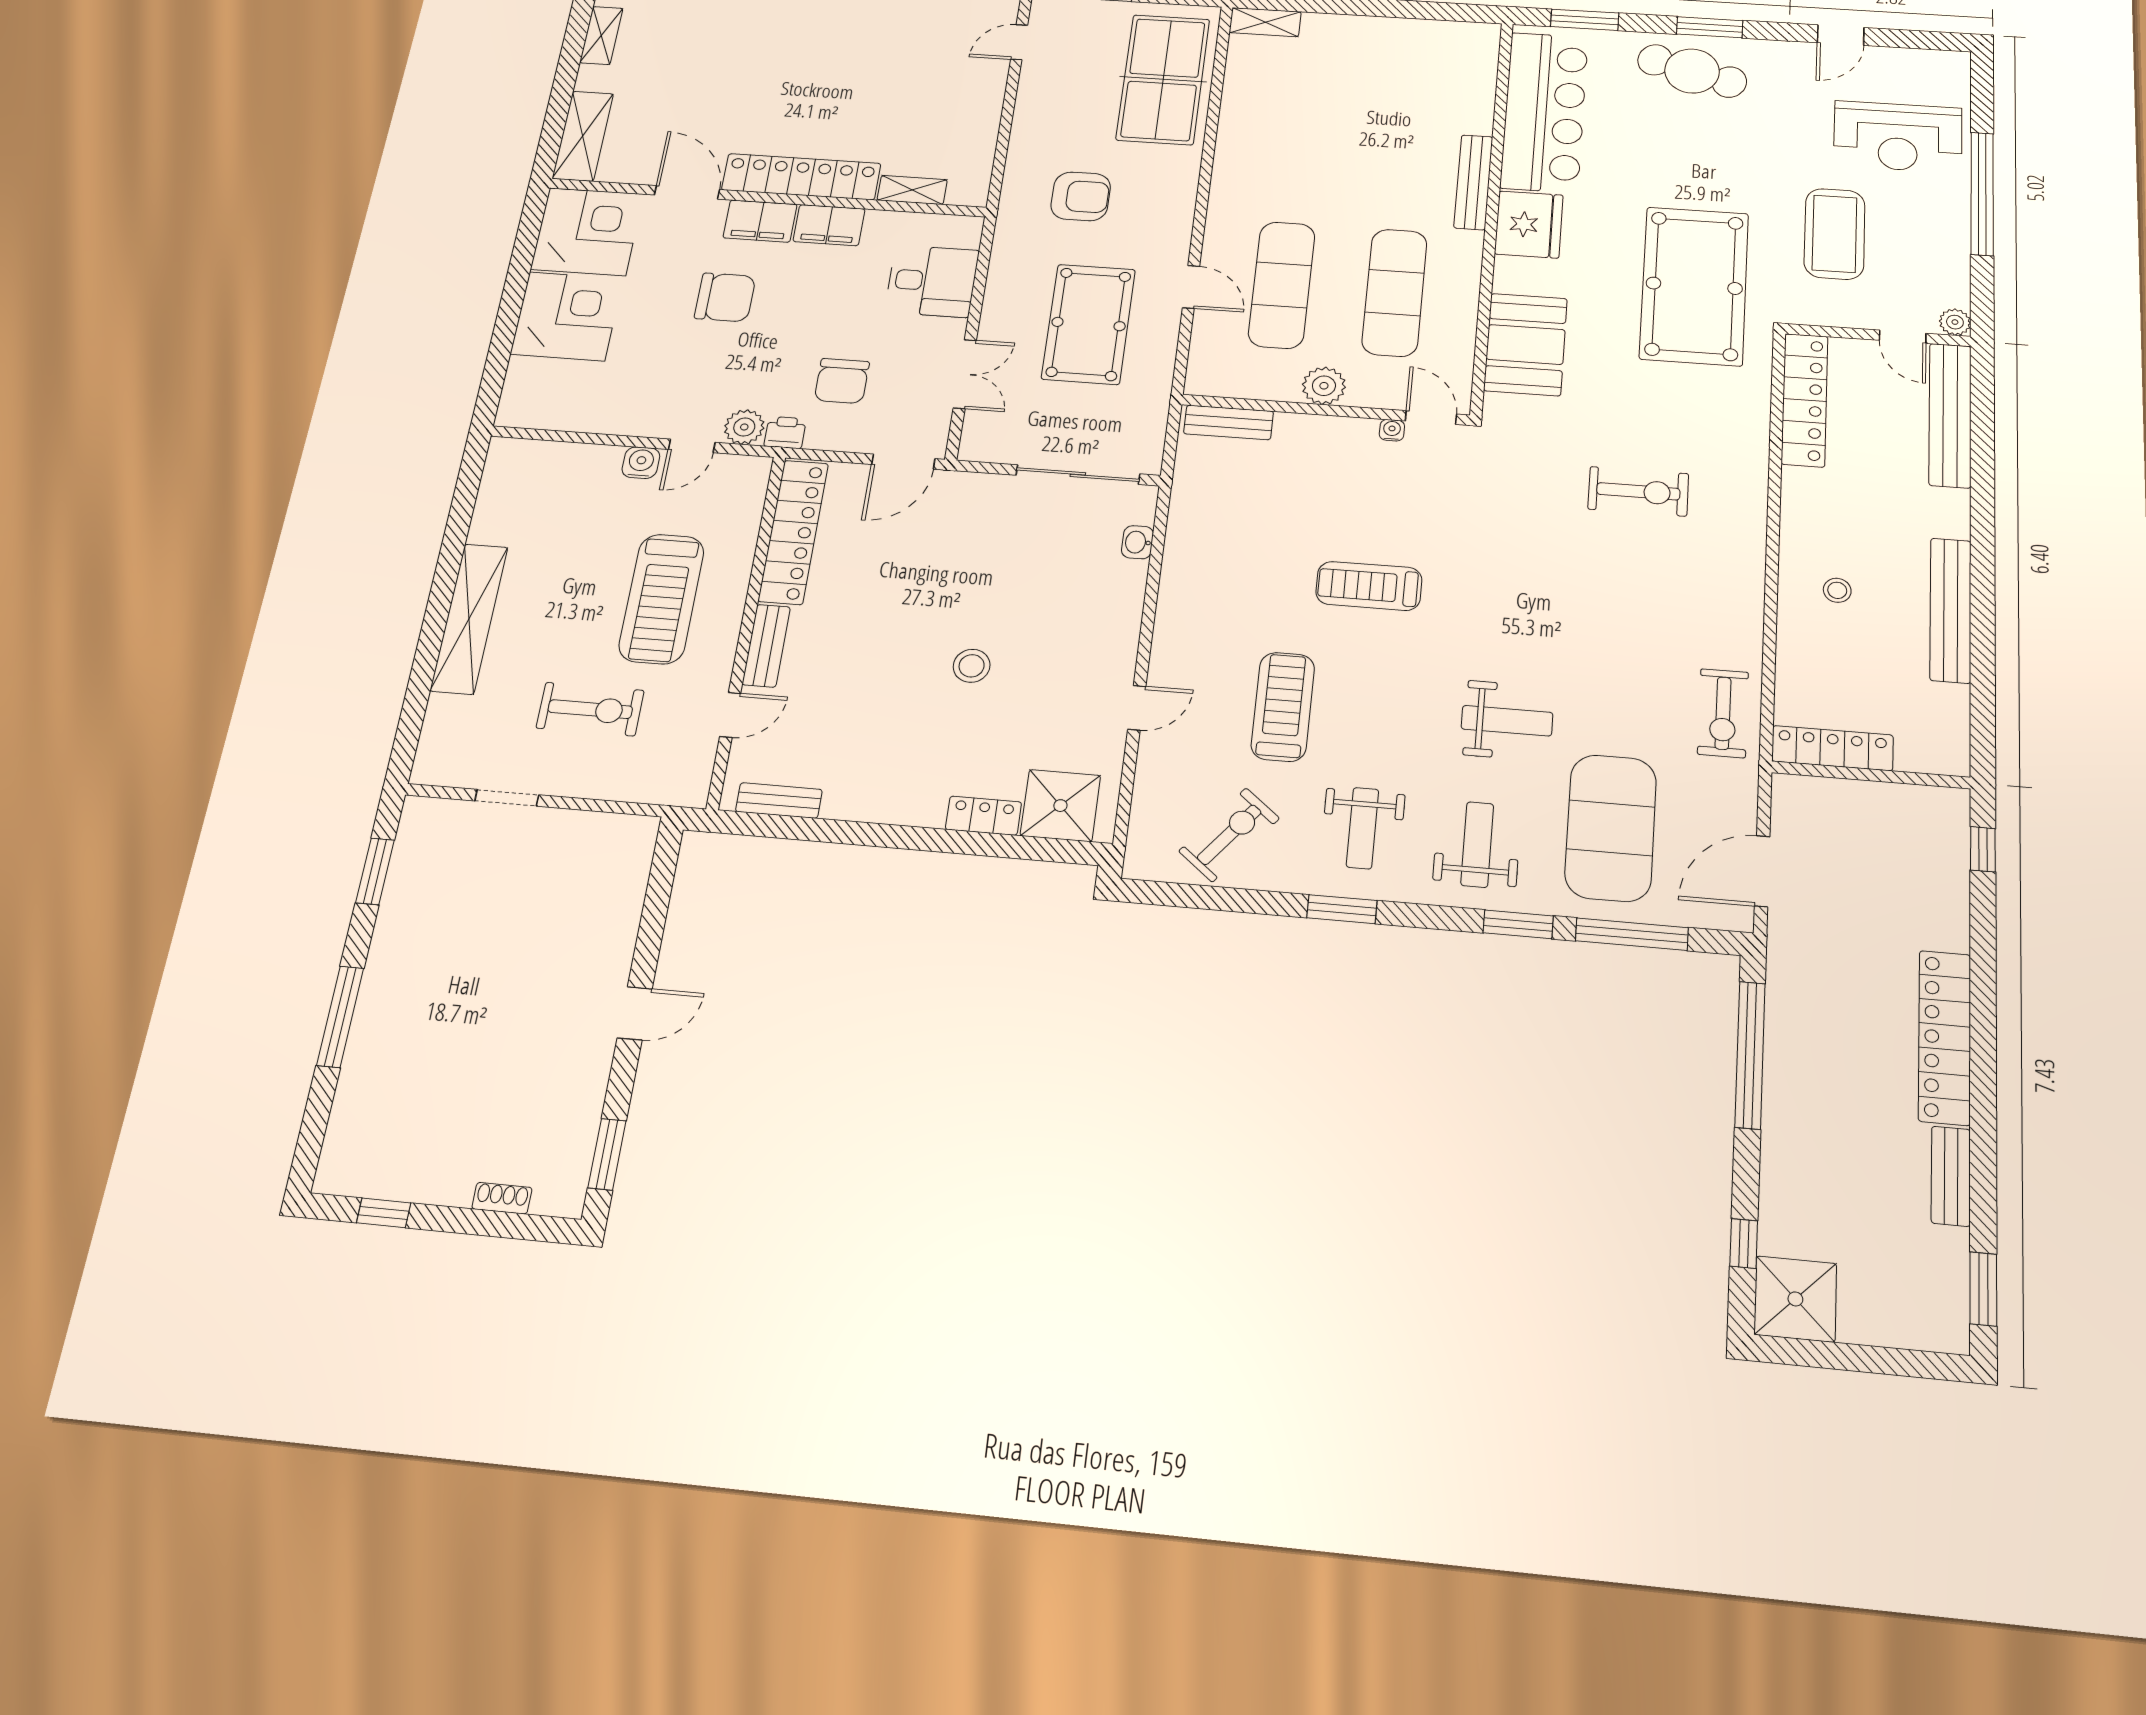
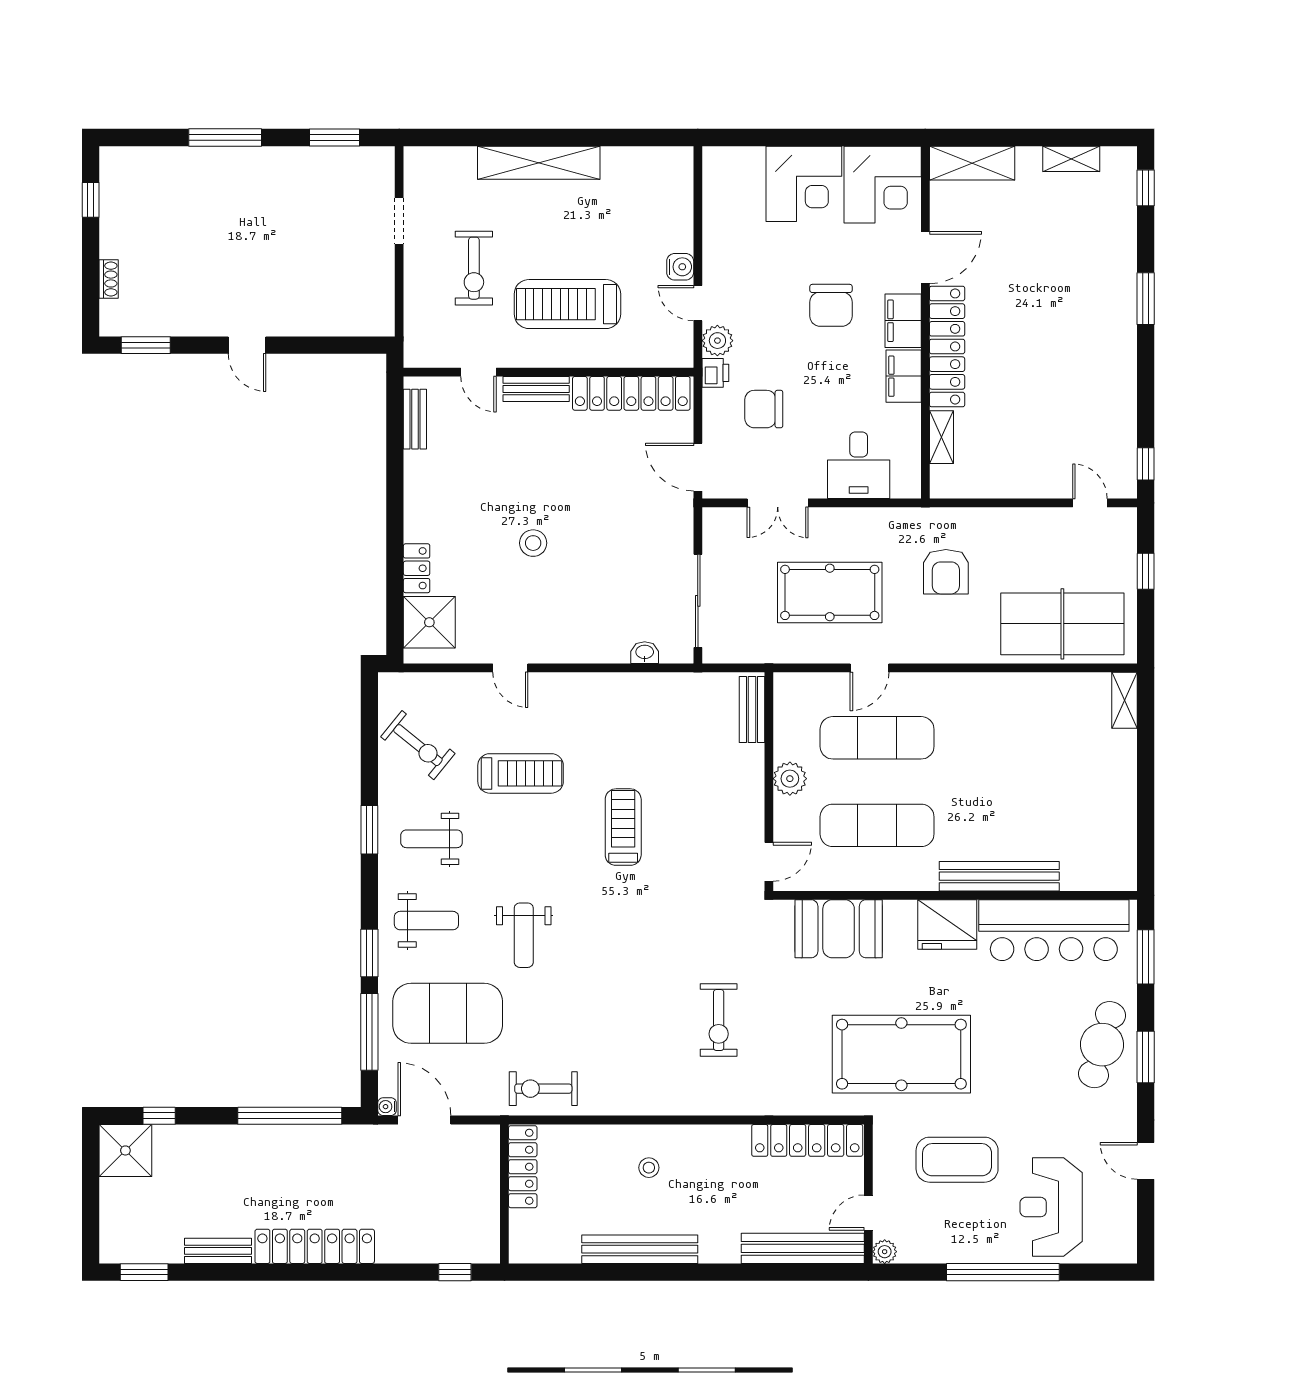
bench: (1473, 182) -> (999, 876), width x1.37, depth x1.21
water cooler: (1392, 430) -> (387, 1107), moved, turned 180

